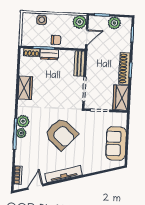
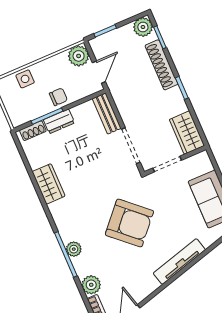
plant: (114, 23) -> (143, 27), moved
shoe rack: (124, 68) -> (161, 65), moved
plant: (23, 121) -> (91, 285), moved
tv unit: (64, 174) -> (179, 261), moved

